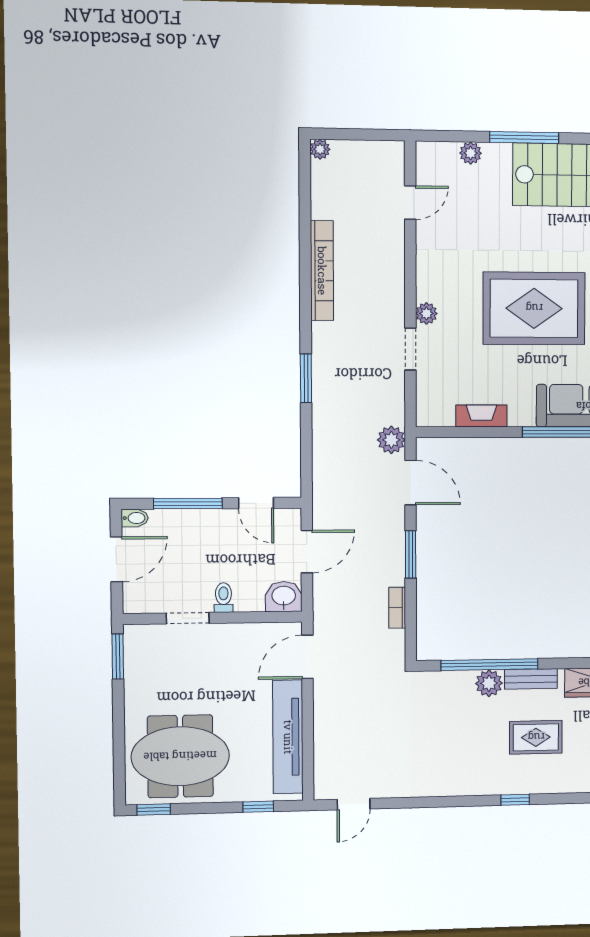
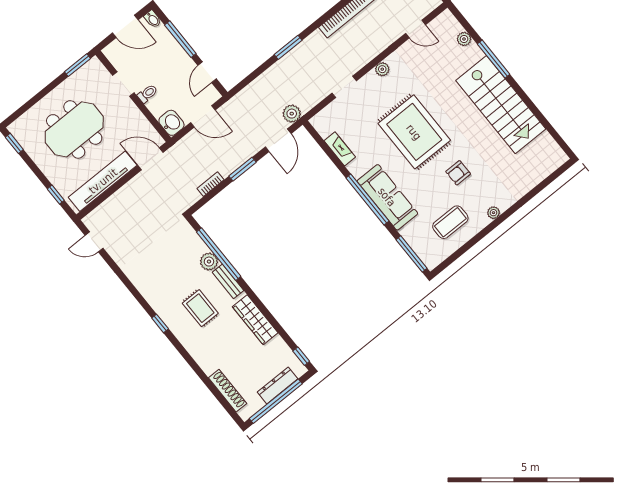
plant: (426, 313) -> (382, 69), moved
meeting table: (180, 756) -> (74, 129), moved, turned 90

